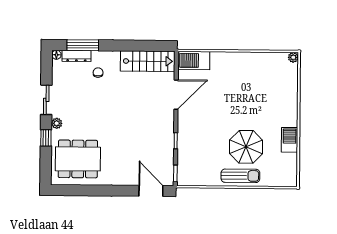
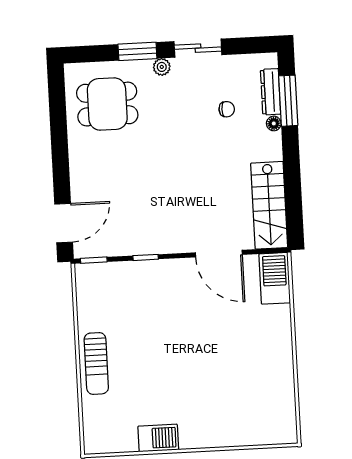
floor lamp: (56, 55) -> (274, 123), moved
plant: (293, 57) -> (289, 436), removed
chair: (98, 73) -> (227, 109), moved
window: (46, 138) -> (137, 51), width x1.50
parasol: (246, 147) -> (143, 370), removed
dining table: (78, 159) -> (107, 104), width x0.73

